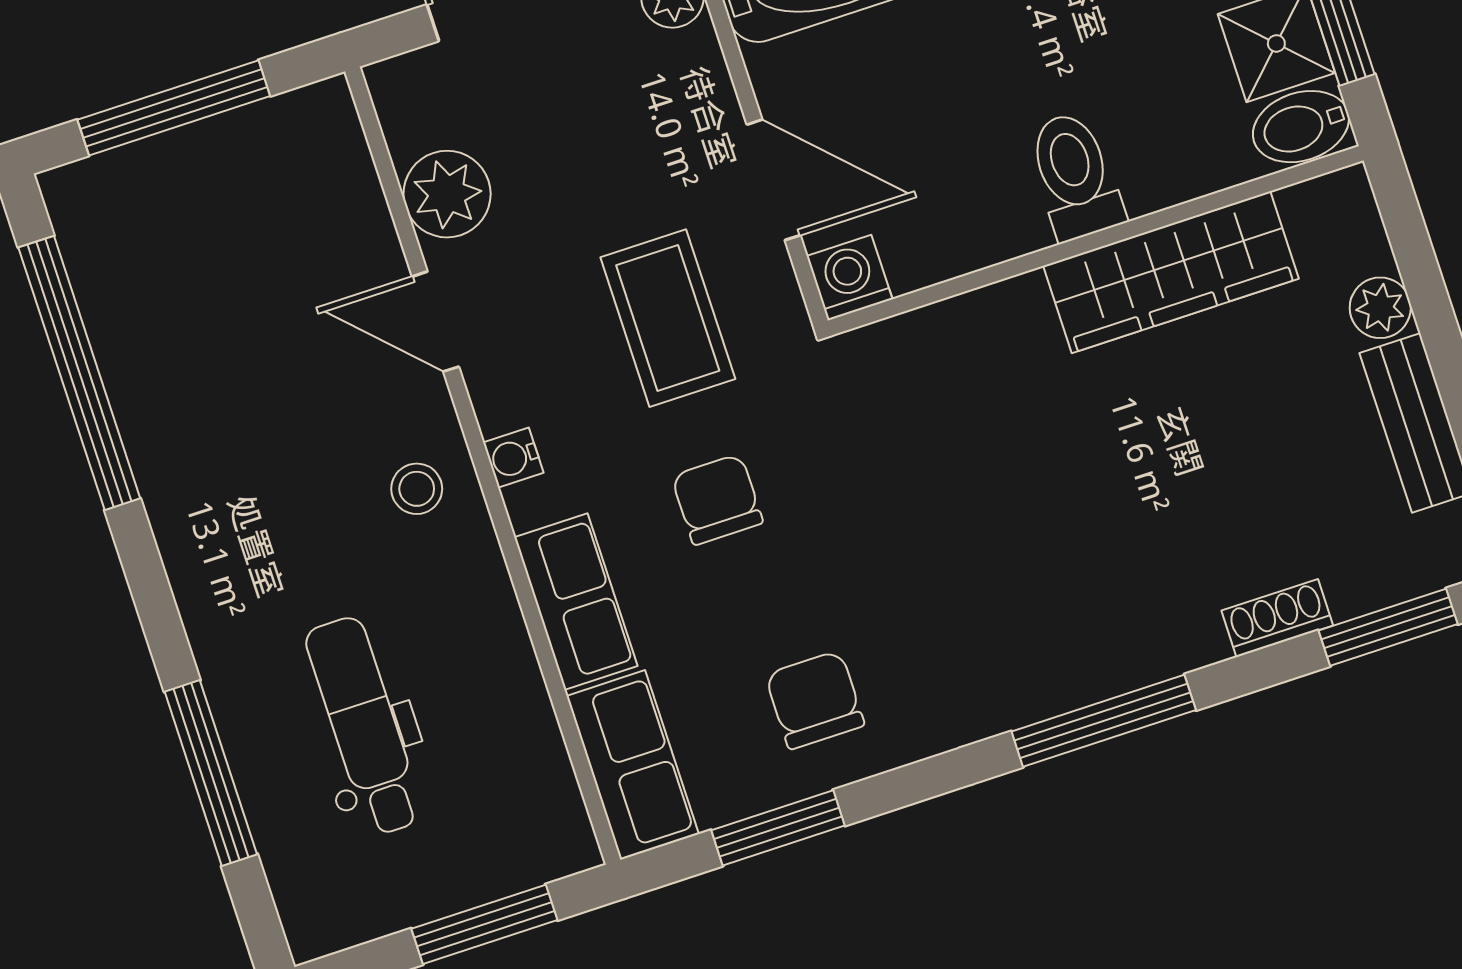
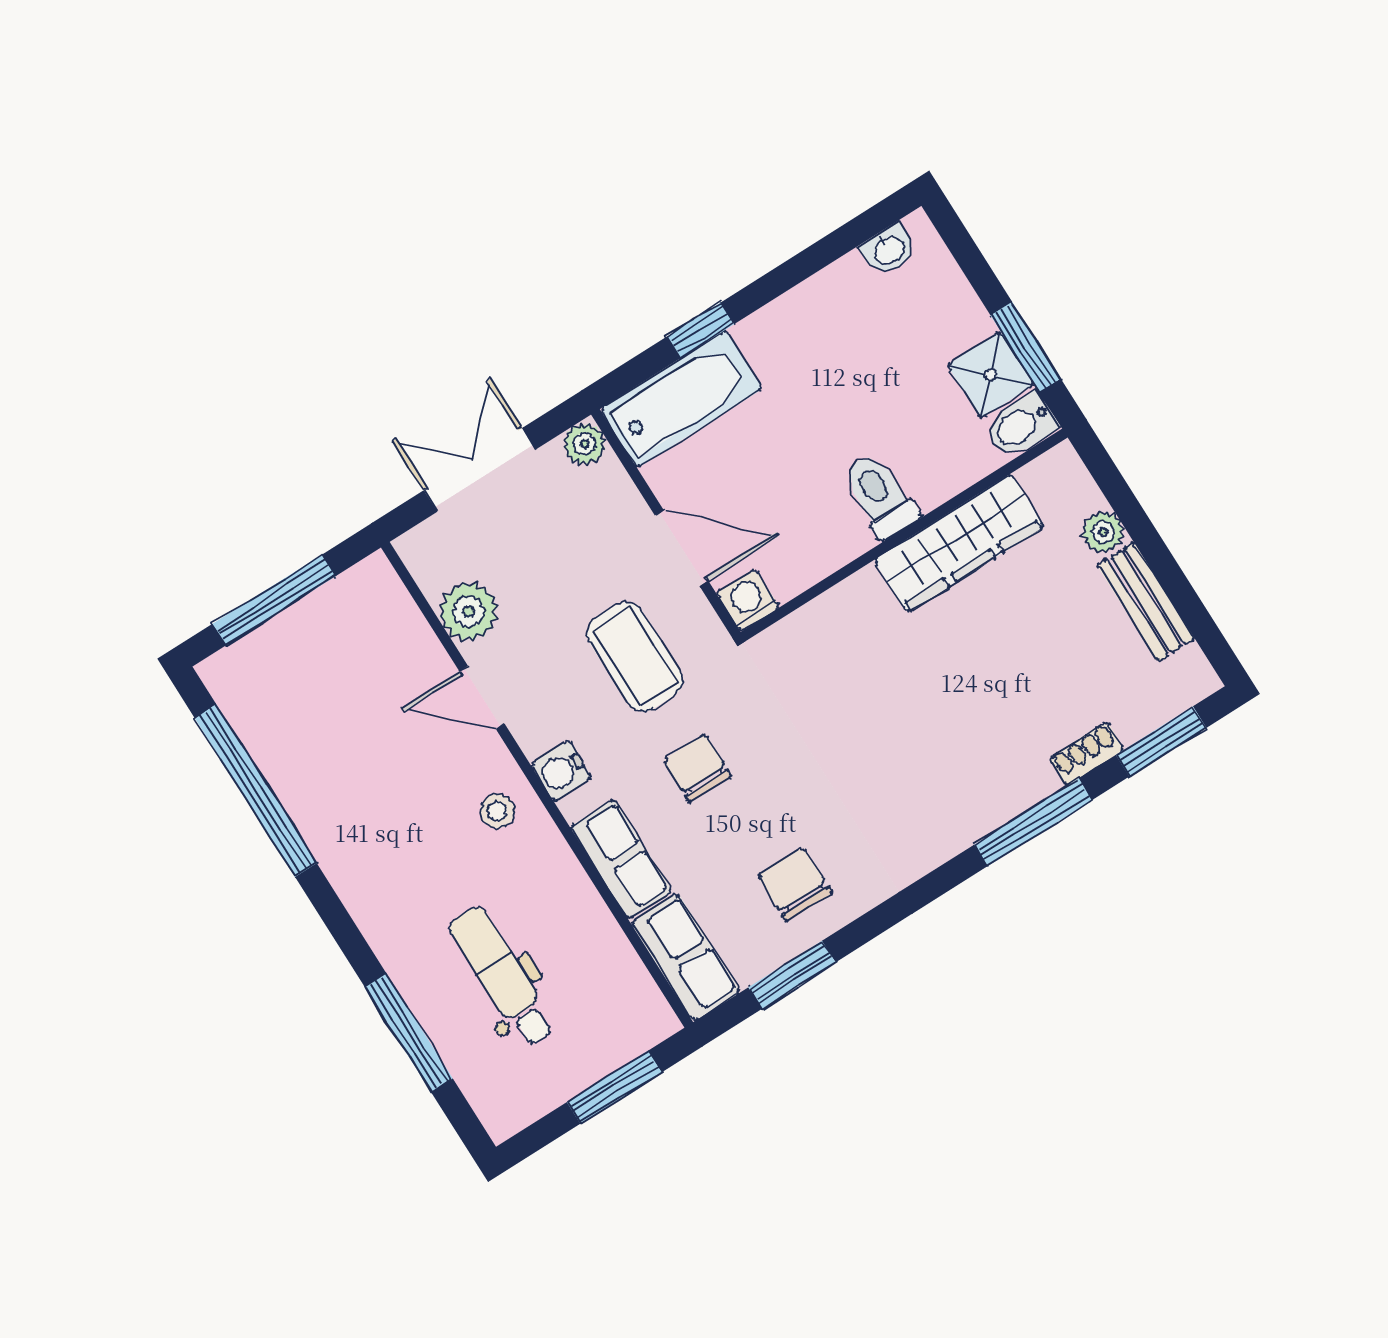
water cooler: (513, 458) -> (561, 771), width x1.38, depth x1.38
window: (1104, 721) -> (1033, 822), moved

